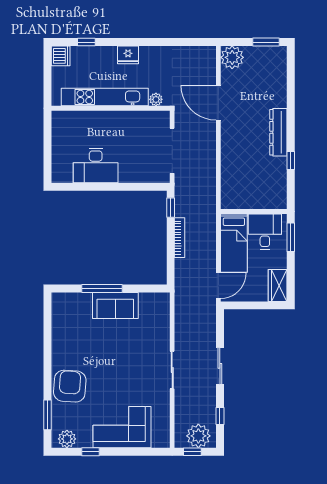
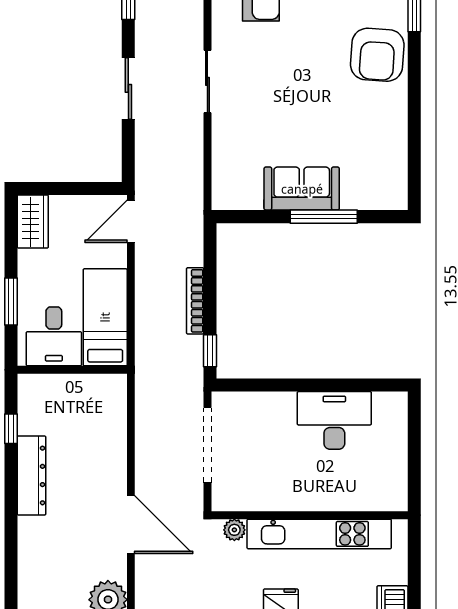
wall: (254, 211) -> (72, 370), moved
desk: (265, 232) -> (54, 336), moved
bed: (234, 243) -> (105, 317), moved

